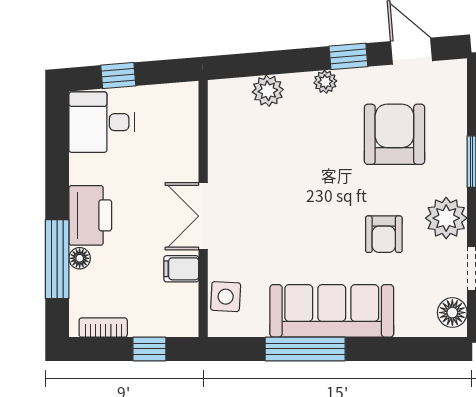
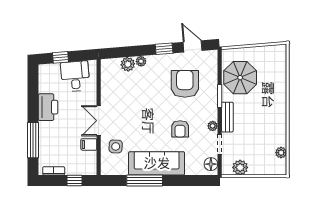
plant: (325, 82) -> (141, 61), moved
desk: (102, 122) -> (75, 76), moved, turned 85
printer: (90, 215) -> (48, 107), moved
plant: (446, 218) -> (213, 126), width x0.53, depth x0.53
floor lamp: (80, 258) -> (43, 140), removed
side table: (226, 297) -> (116, 146), moved

